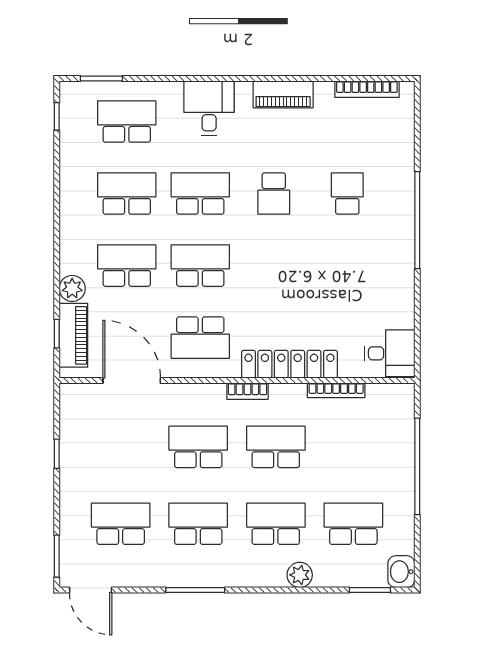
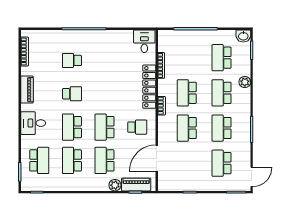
school desk: (127, 122) -> (39, 160), turned 180
school desk: (200, 338) -> (137, 127), width x0.54

